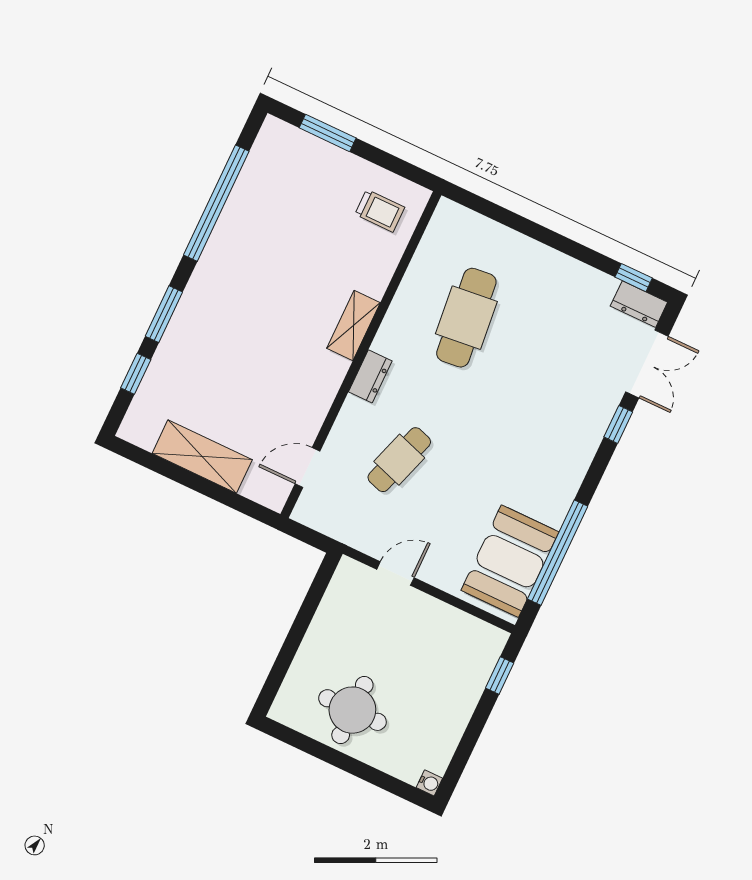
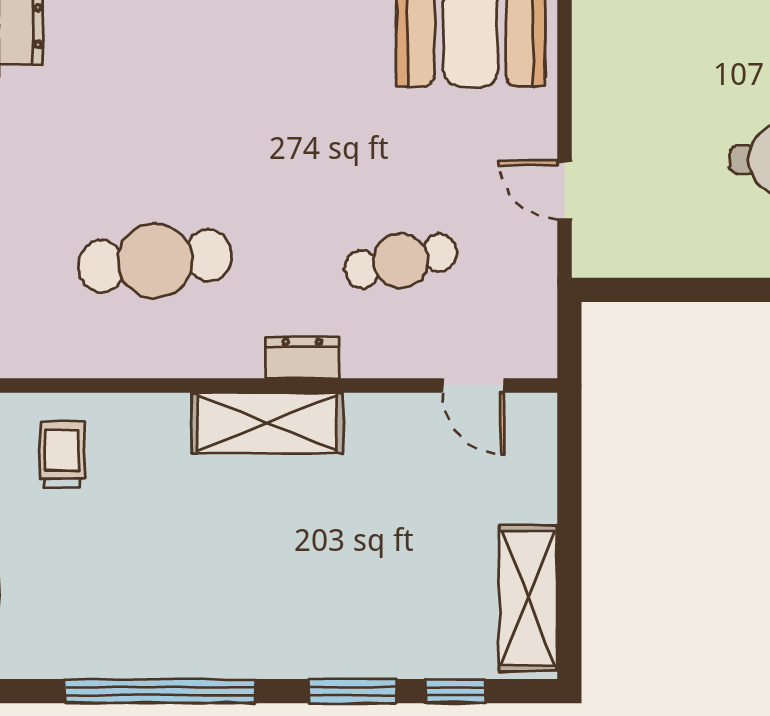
shelving: (353, 326) -> (267, 423), width x1.50, depth x1.33
shelving: (202, 457) -> (528, 598), moved
cafe table: (399, 460) -> (401, 261), turned -30

